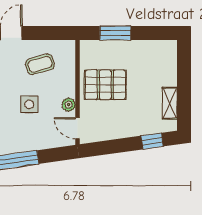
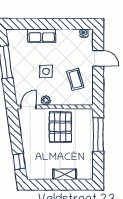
window: (115, 33) -> (98, 135), width x1.44
shelving: (170, 103) -> (65, 174), moved

